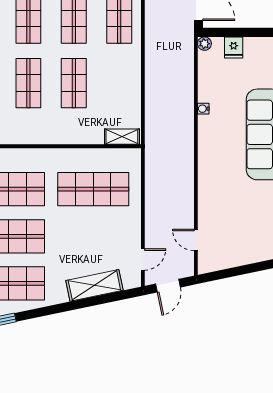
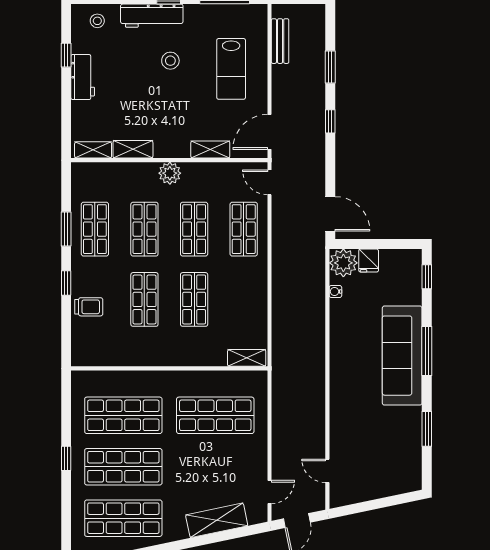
plant: (204, 44) -> (343, 263), width x1.88, depth x1.88
water cooler: (203, 109) -> (335, 291), moved

